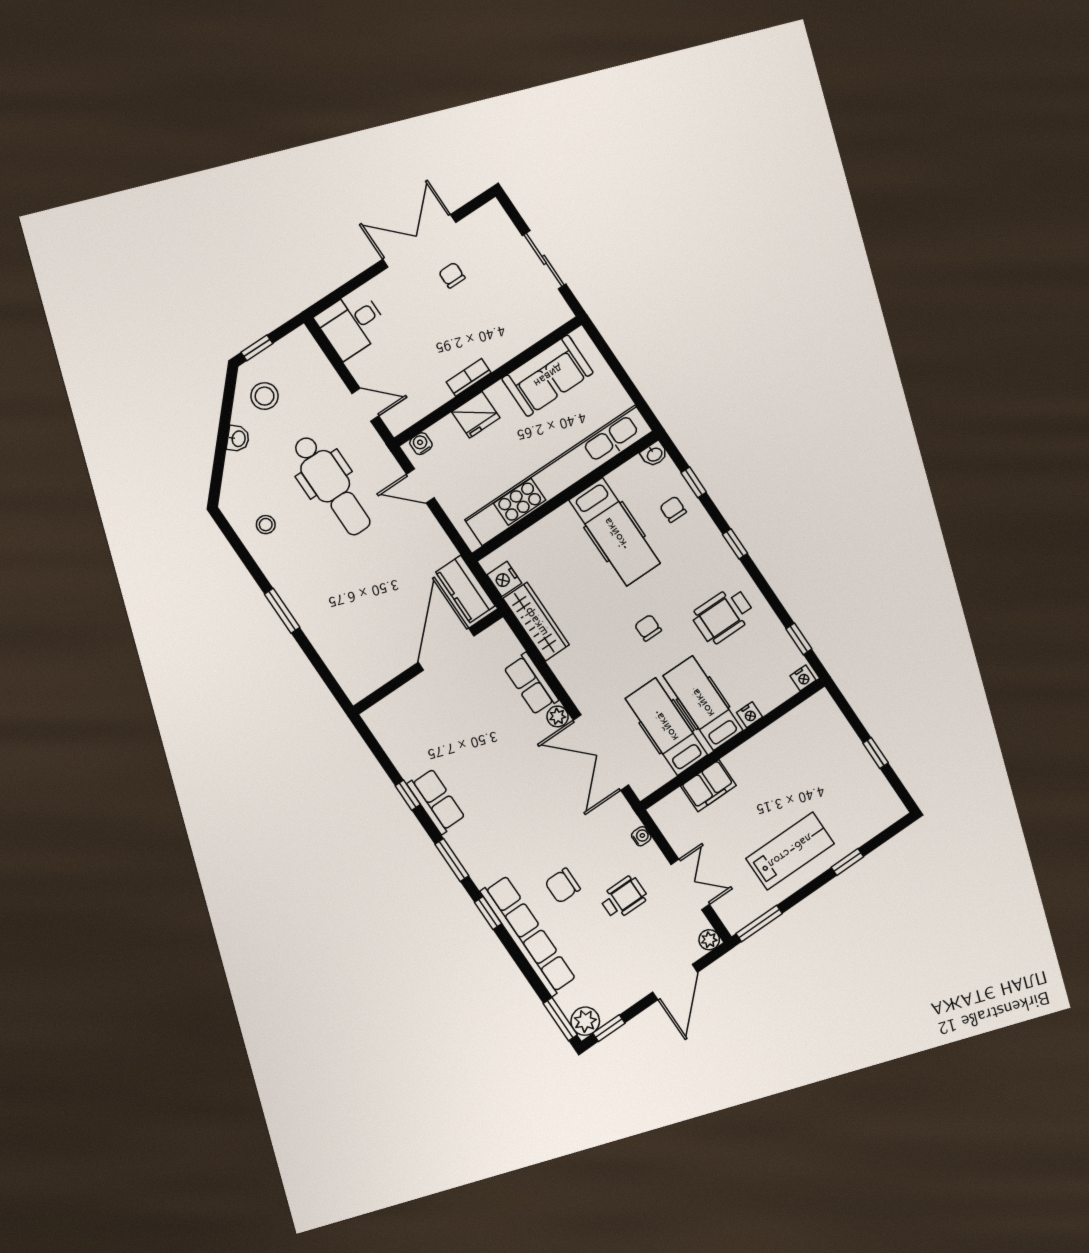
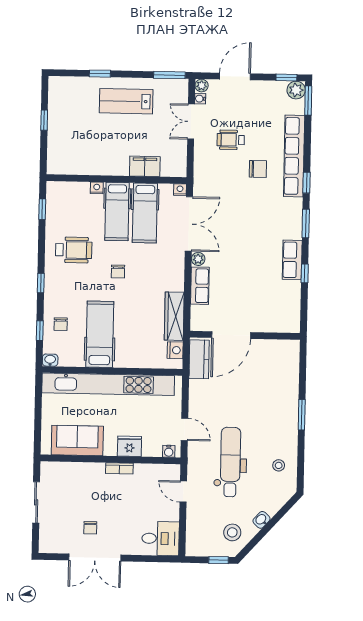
nightstand: (803, 678) -> (180, 190), moved
water cooler: (641, 836) -> (200, 99), moved

